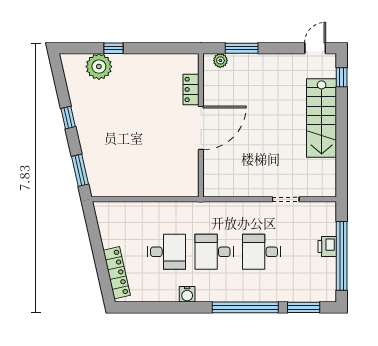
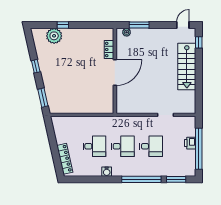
desk: (214, 252) -> (123, 146), turned 180
desk: (262, 252) -> (151, 146), turned 180

